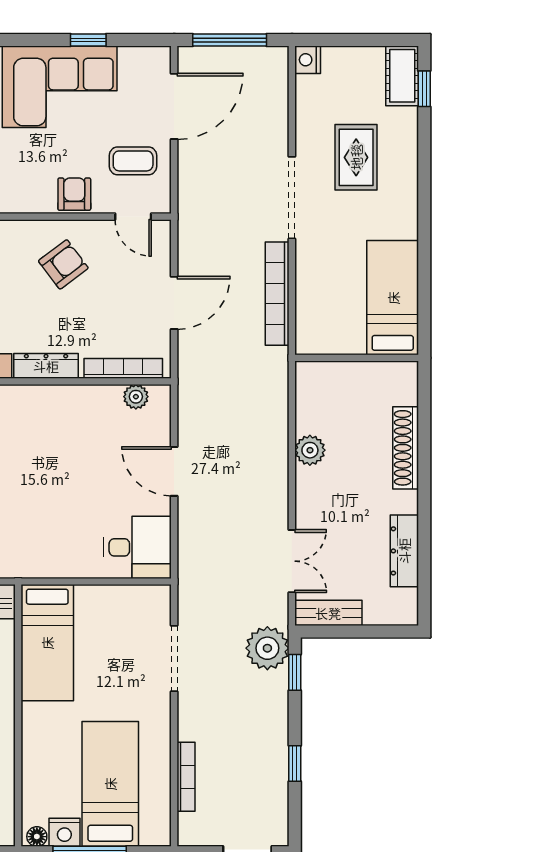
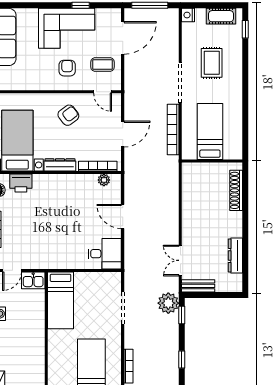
cot: (402, 76) -> (221, 16), moved, turned 90
armchair: (74, 194) -> (67, 68), moved
bed: (393, 298) -> (210, 131), moved
shoe rack: (406, 448) -> (236, 190), moved
plant: (310, 450) -> (189, 206), removed
double door: (292, 561) -> (180, 260), swing flipped

